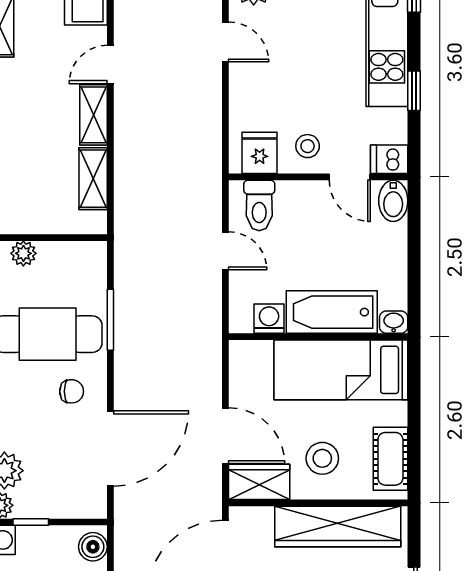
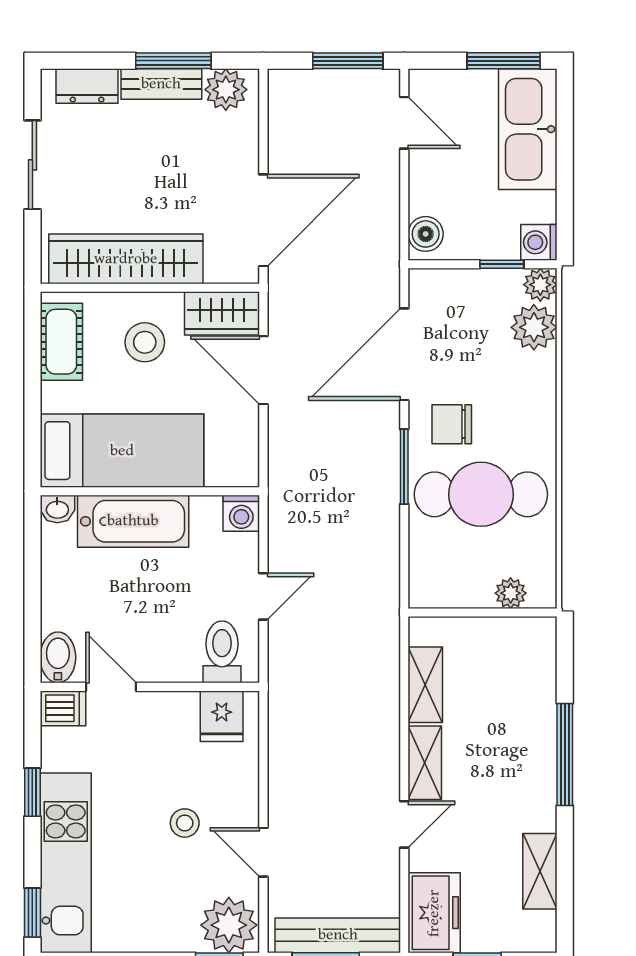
stool: (308, 146) -> (185, 823), moved
door: (225, 251) -> (263, 596), swing flipped
washing machine: (269, 319) -> (241, 513), moved
window: (110, 320) -> (404, 467), moved
chair: (72, 391) -> (452, 424), width x1.37, depth x1.37

